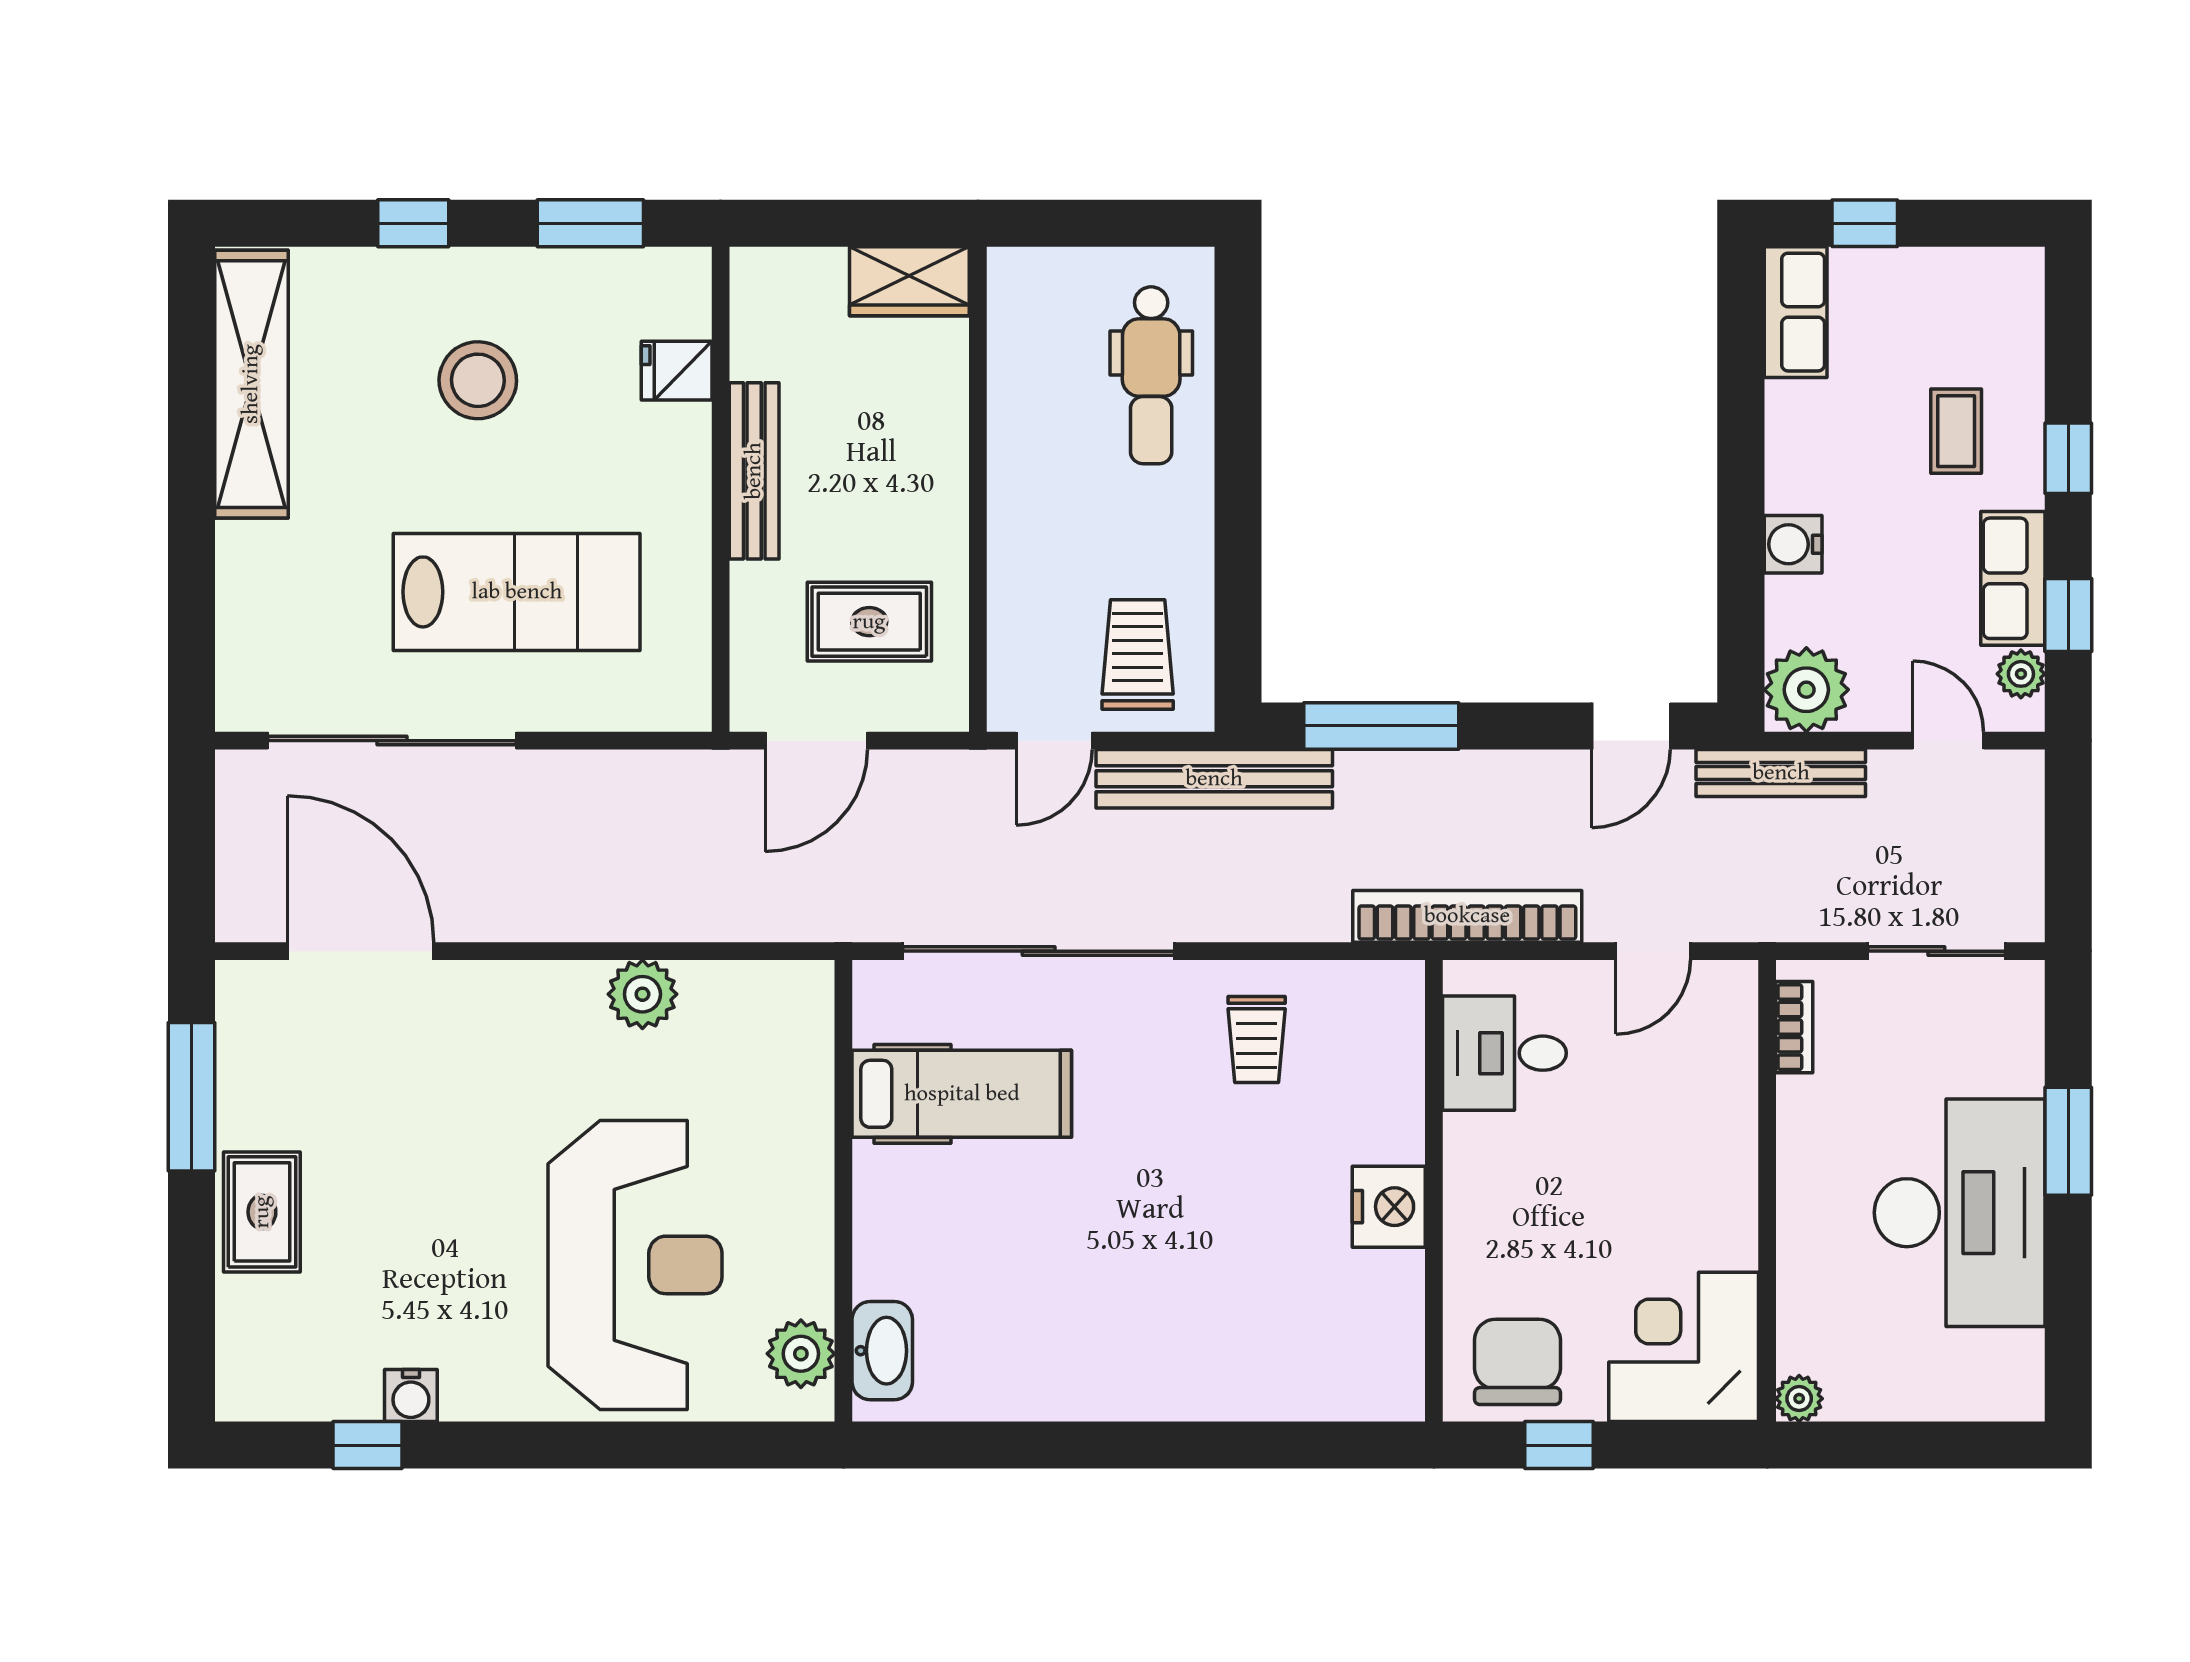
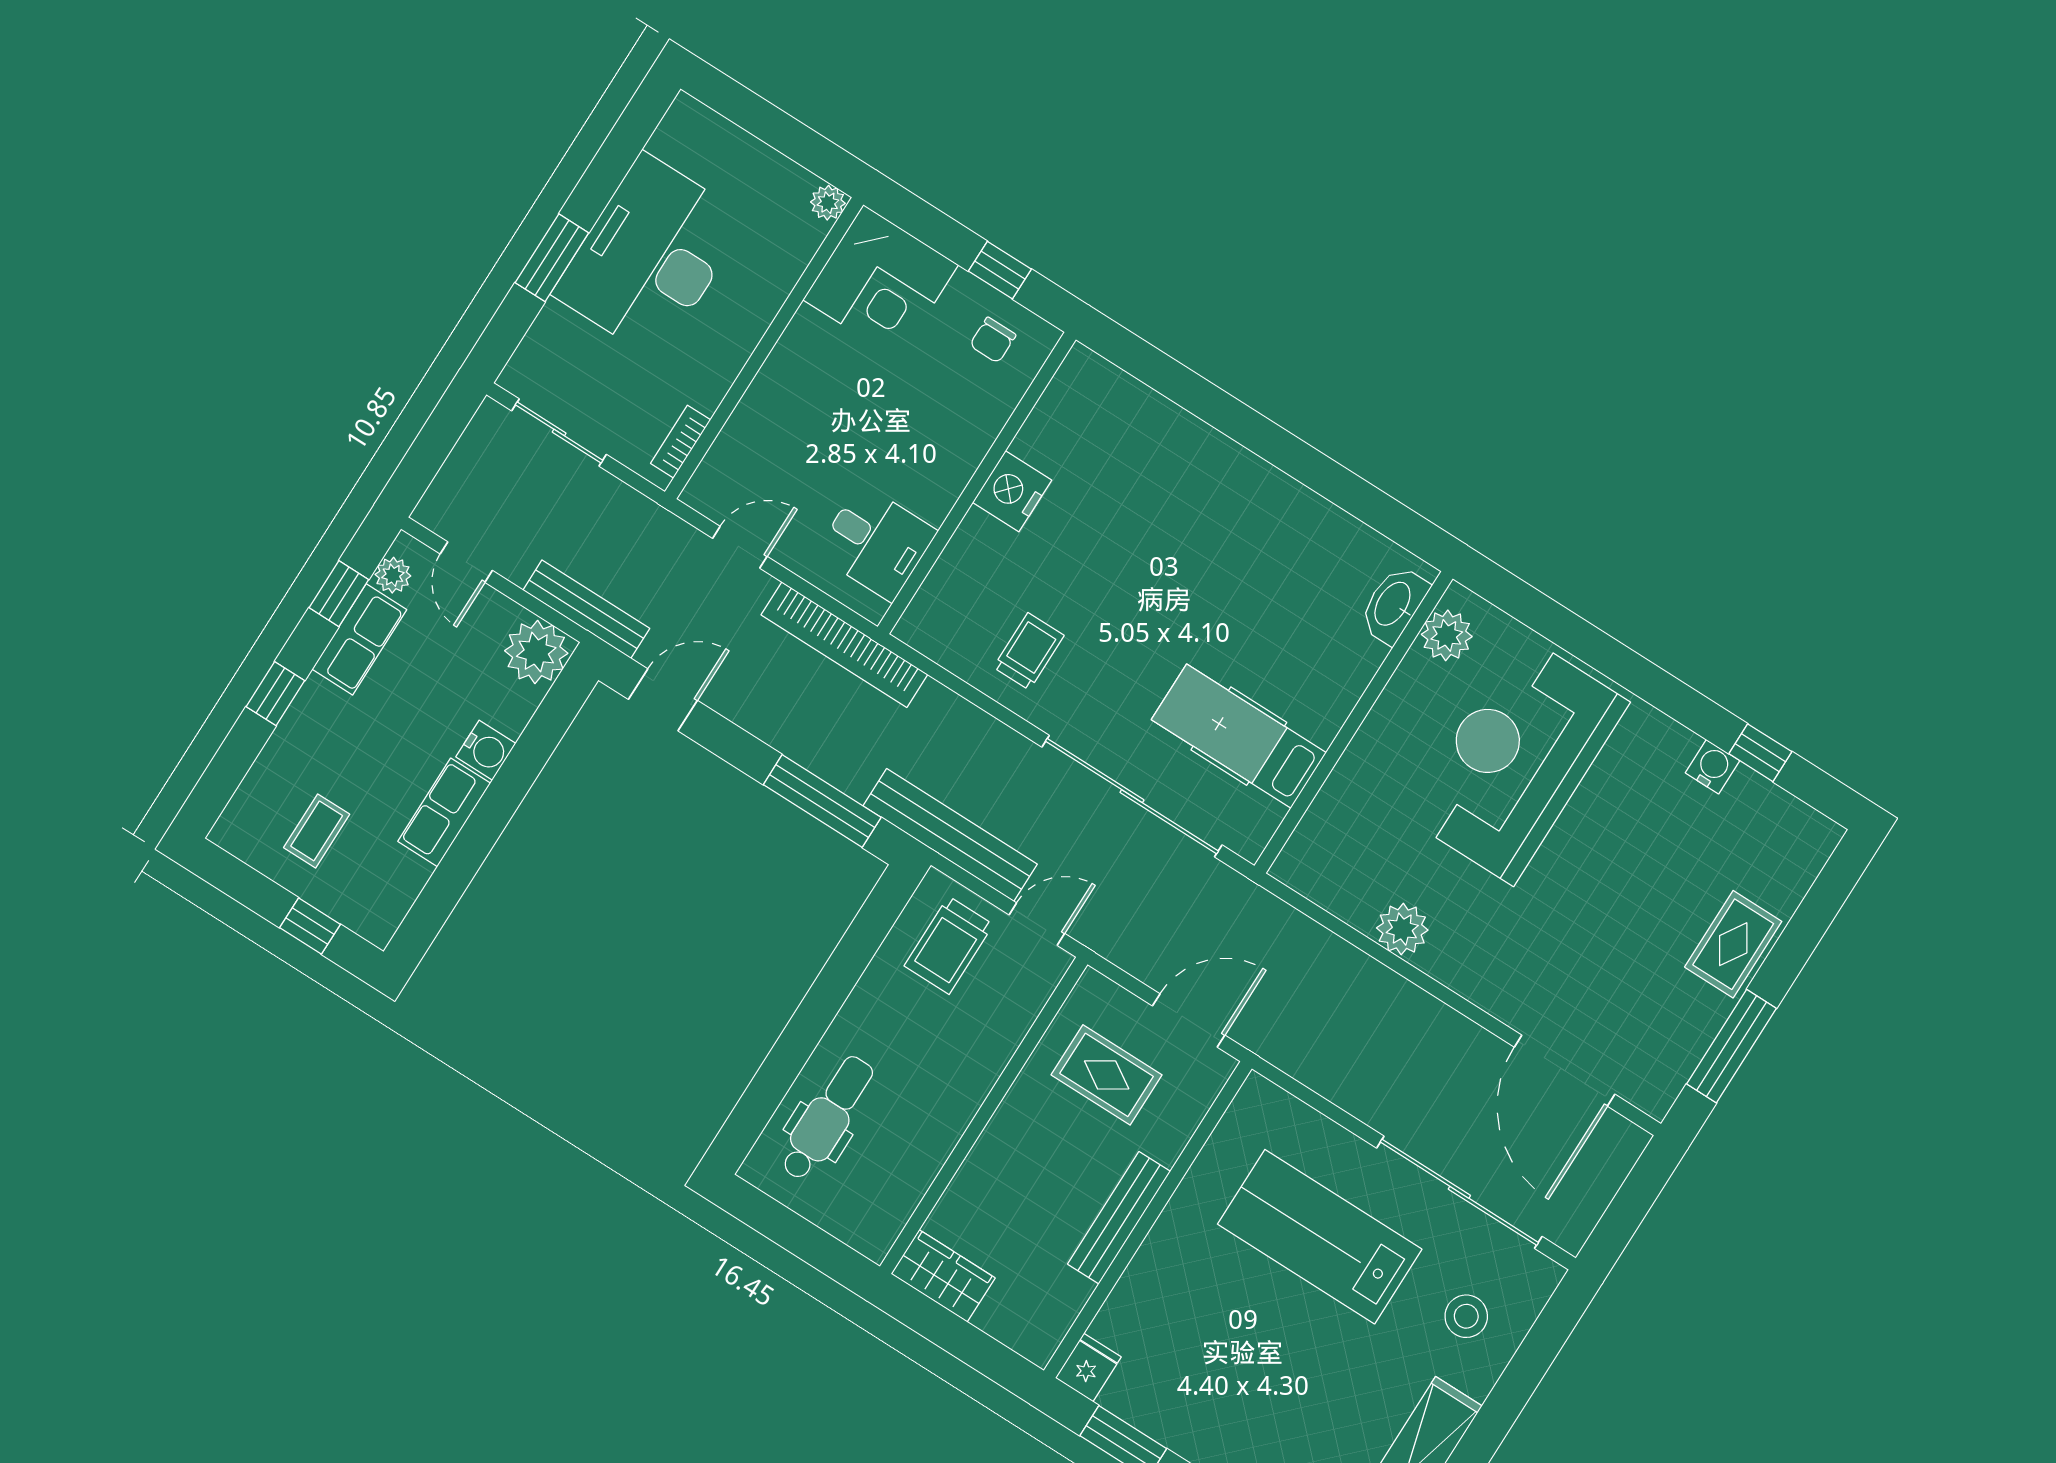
row of seats: (1796, 312) -> (444, 812), moved
fridge: (677, 371) -> (1088, 1367), moved, turned -90
stool: (478, 380) -> (1466, 1316), moved, width x0.73, depth x0.73
coffee table: (1956, 431) -> (317, 831), moved
chair: (1517, 1362) -> (993, 340), width x0.54, depth x0.54

